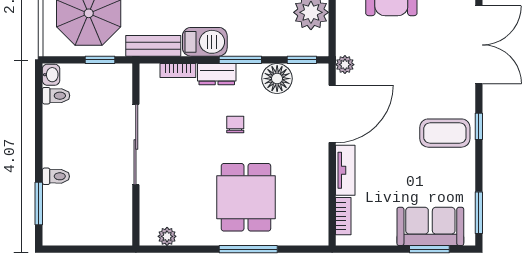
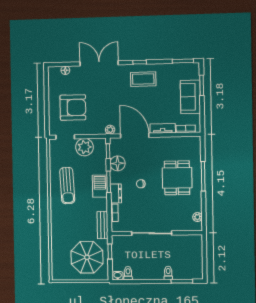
barbecue: (205, 42) -> (100, 186), moved
coffee table: (445, 133) -> (143, 79), turned 90
dining table: (246, 197) -> (177, 178), turned 90
sofa: (430, 226) -> (190, 97), moved

